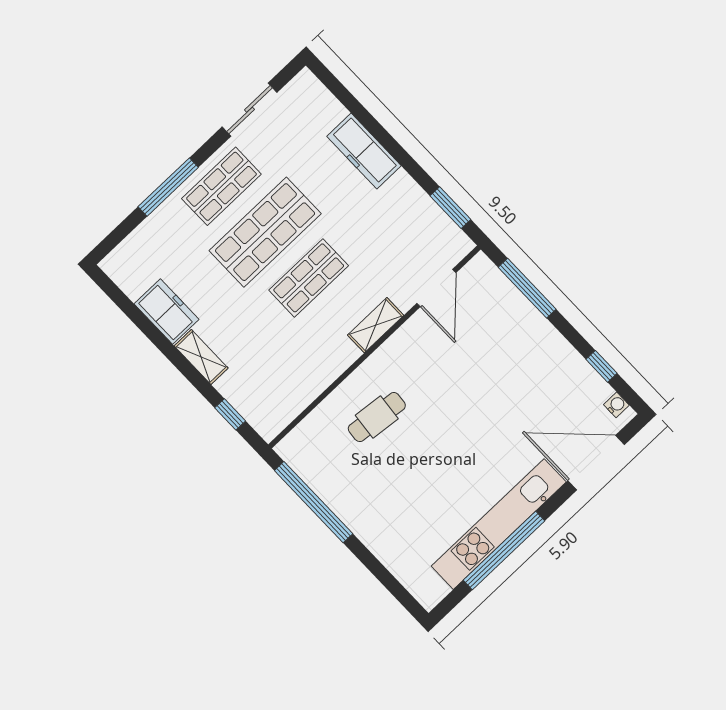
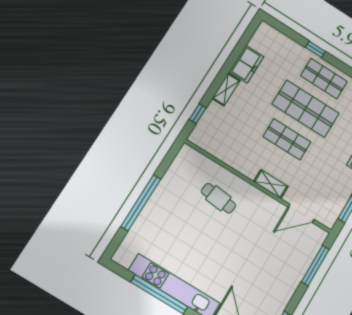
window: (168, 187) -> (315, 49), width x0.46
window: (314, 502) -> (141, 203), moved

